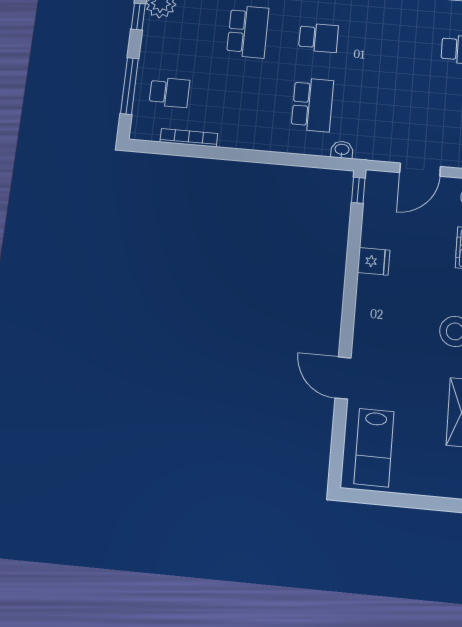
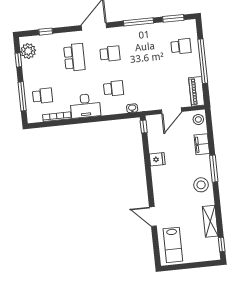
school desk: (312, 105) -> (113, 88), width x0.54
desk: (250, 127) -> (85, 106), added

